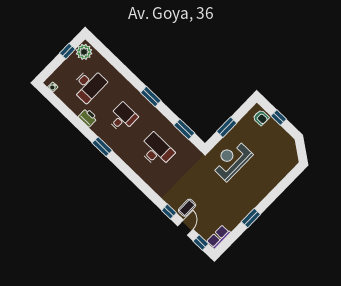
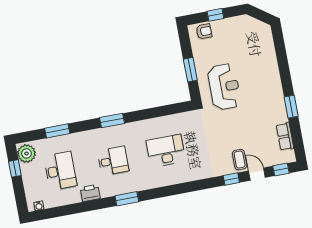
desk: (122, 118) -> (113, 161), turned 90
window: (184, 129) -> (57, 131), moved
reception desk: (231, 160) -> (224, 87), turned 180
row of seats: (218, 237) -> (285, 136), moved

